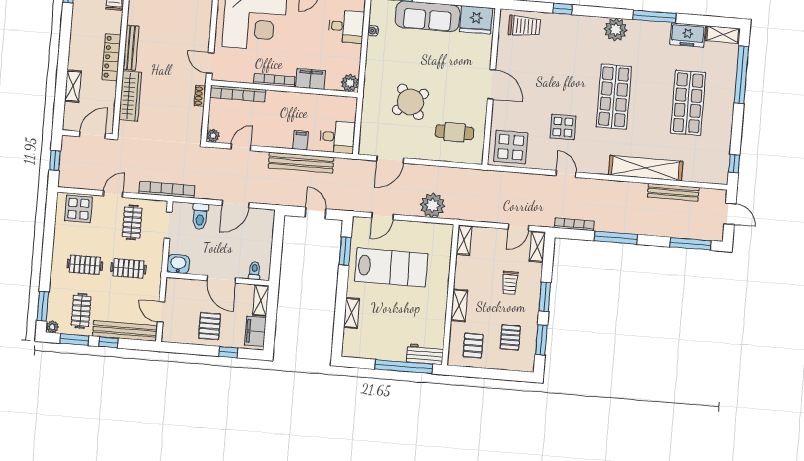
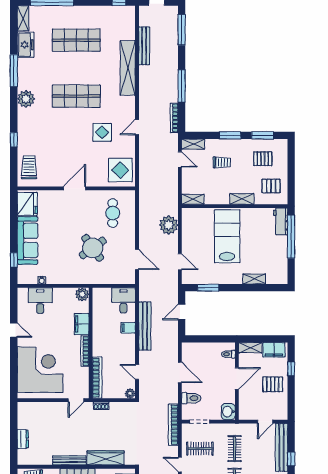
lab bench: (391, 267) -> (227, 236), moved

